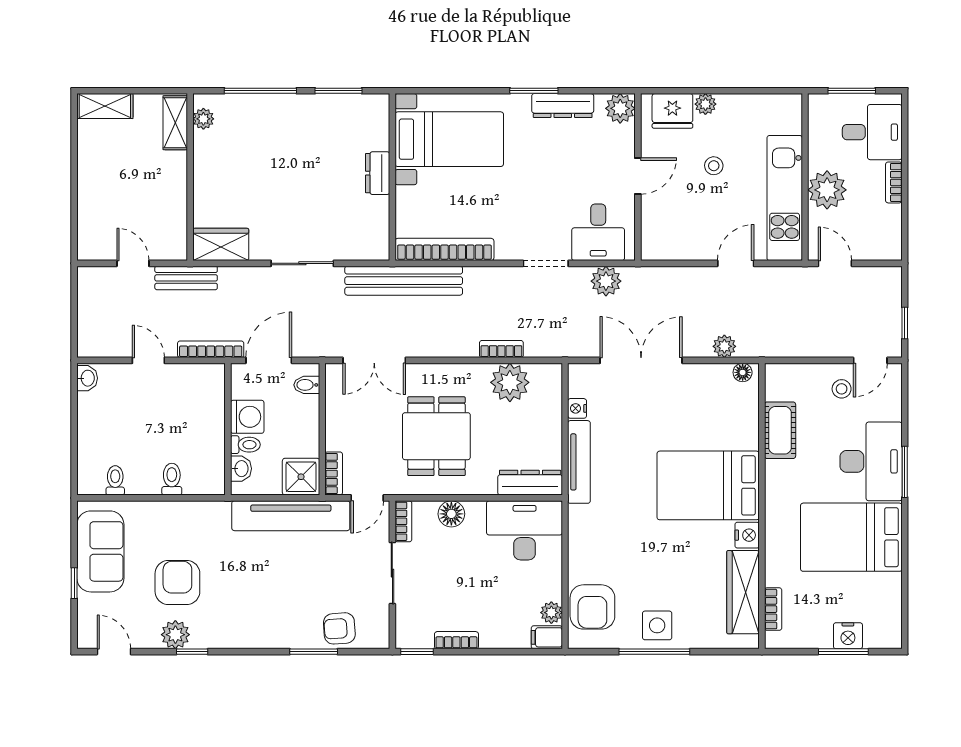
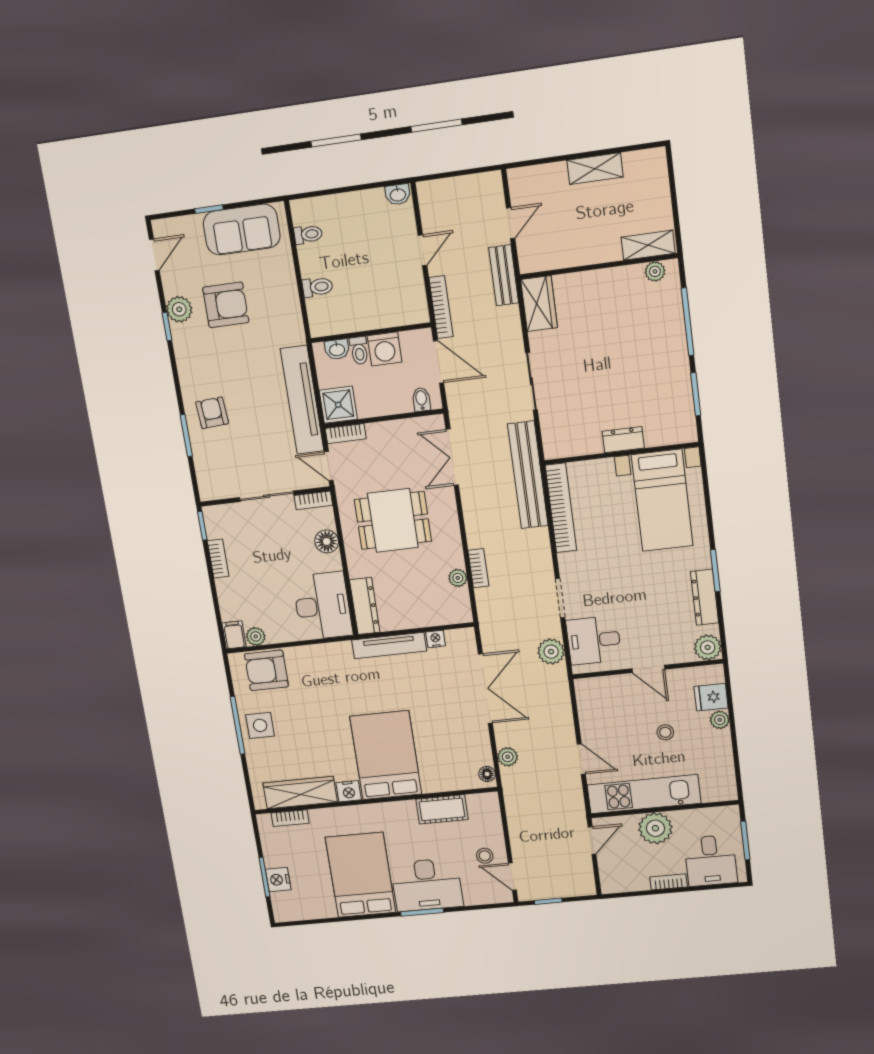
shelving: (105, 106) -> (595, 169), moved, turned 90
fridge: (672, 111) -> (711, 697), width x0.72
plant: (510, 382) -> (458, 578), width x0.53, depth x0.53
armchair: (339, 628) -> (212, 413), moved

